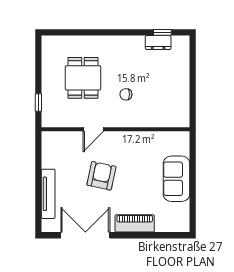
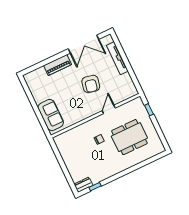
dresser: (158, 43) -> (83, 185), moved
dining table: (83, 78) -> (129, 137), width x1.38
sofa: (176, 179) -> (51, 115), moved

